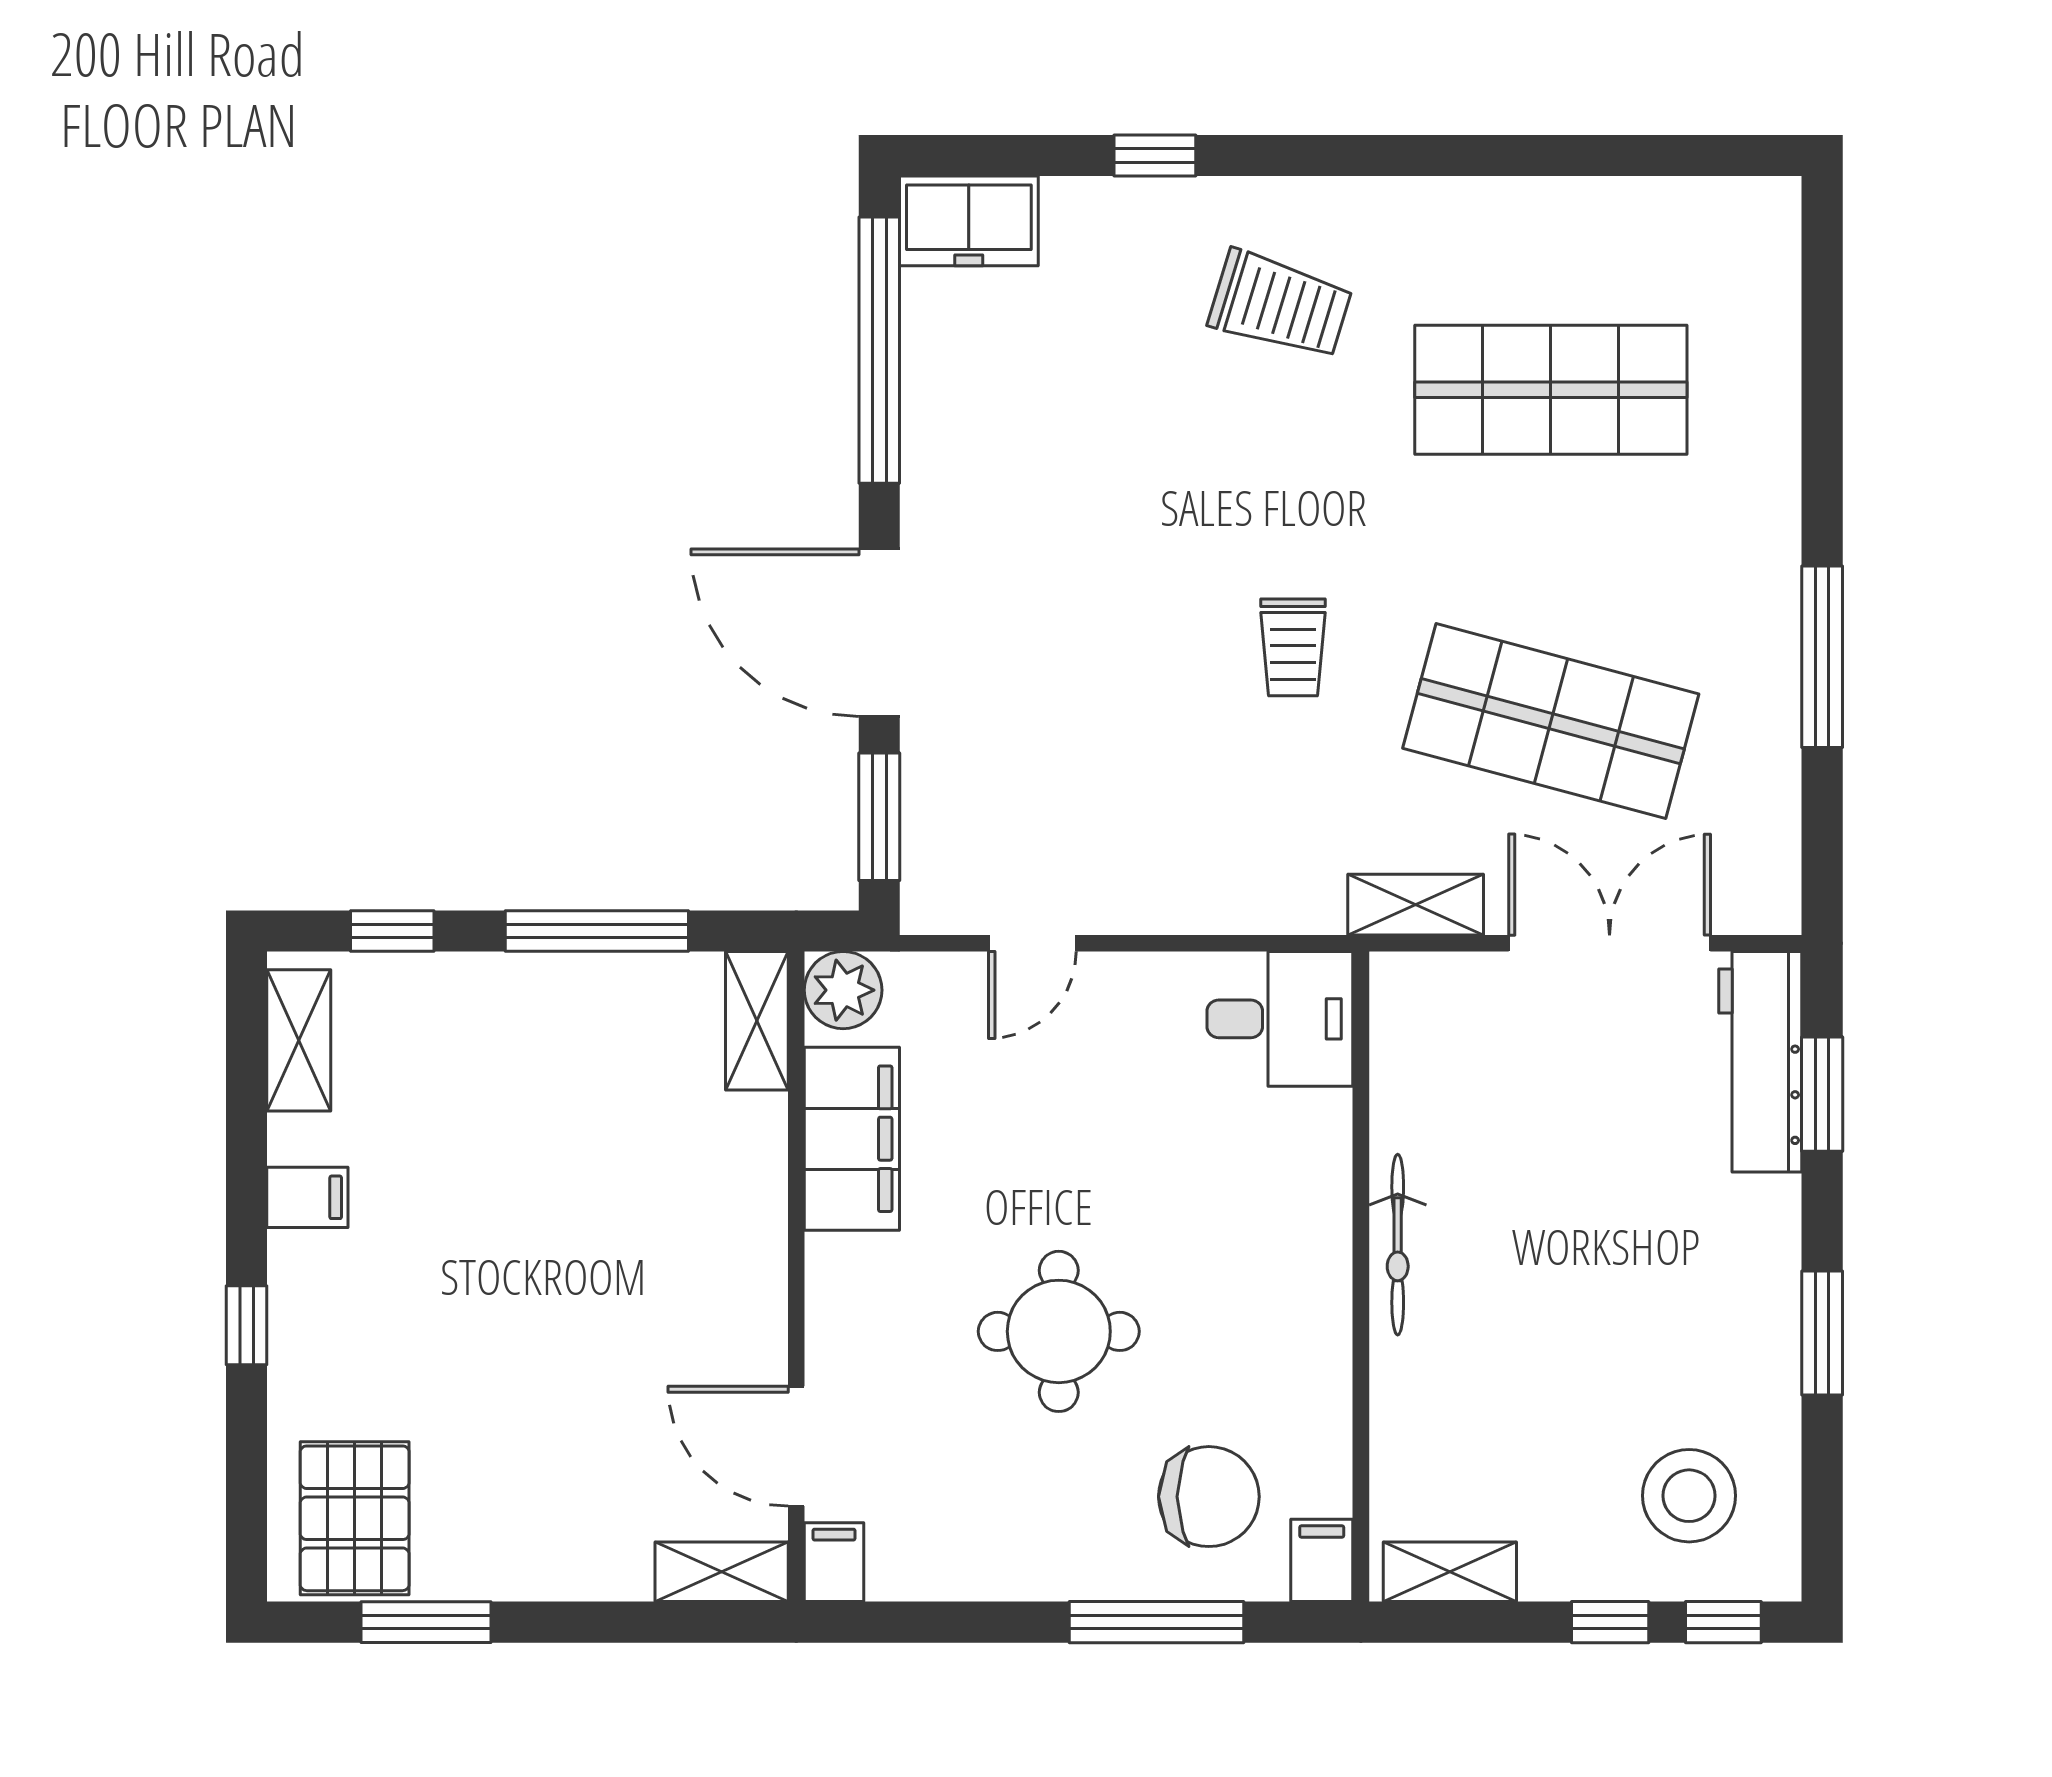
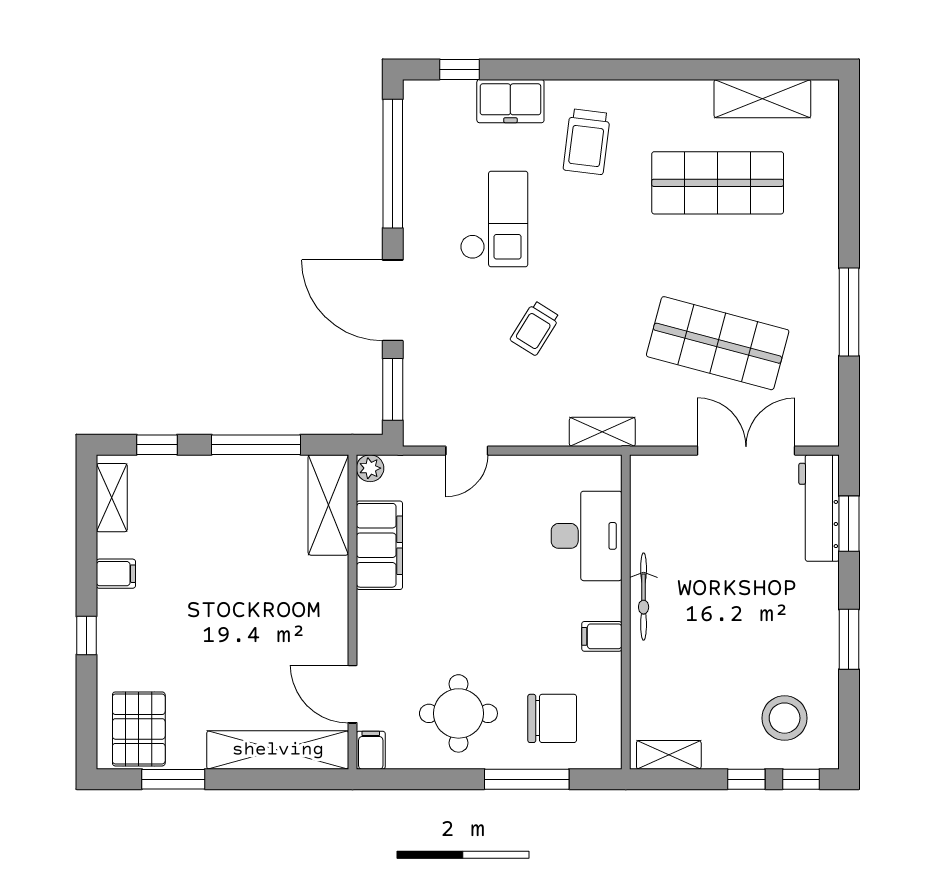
window: (1155, 155) -> (460, 69), moved
shelving: (1643, 216) -> (762, 99), added
freezer: (969, 221) -> (510, 101), moved
trolley: (1280, 305) -> (587, 142), turned 80
checkout: (1089, 465) -> (494, 219), added
trolley: (1293, 647) -> (535, 328), moved, turned 32
shelving: (1416, 905) -> (602, 432), moved
plant: (843, 990) -> (370, 468), width x0.73, depth x0.73
desk: (1280, 1019) -> (587, 536), moved, width x1.37
shelving: (757, 1021) -> (328, 505), width x1.50, depth x1.33
round table: (1059, 1331) -> (458, 713), moved
filing cabinet: (1322, 1560) -> (602, 636), moved, turned -90
shelving: (722, 1572) -> (278, 750), width x2.20, depth x1.33

